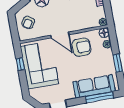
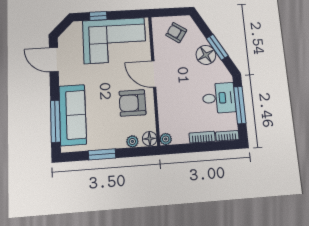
door: (60, 35) -> (154, 74), hinge flipped
armchair: (81, 47) -> (132, 103), turned 91
window: (20, 64) -> (98, 16), moved

